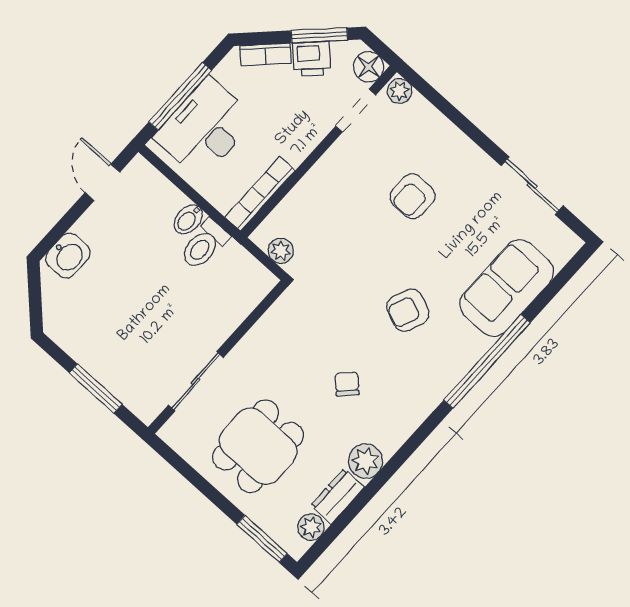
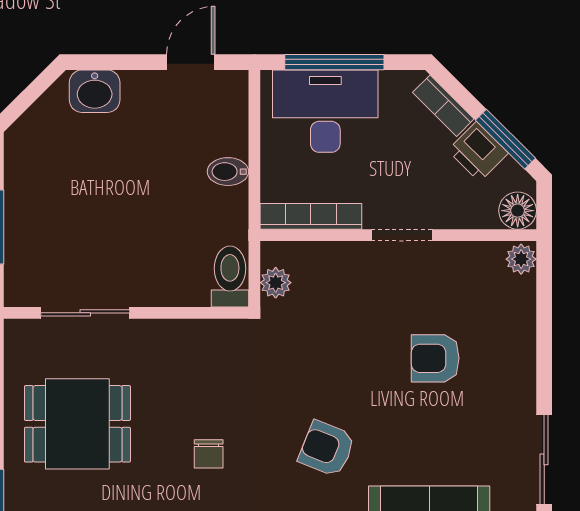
doorway: (356, 111) -> (402, 235), moved
toilet: (204, 245) -> (230, 276), moved, turned 90
chair: (347, 384) -> (209, 454), turned 136

